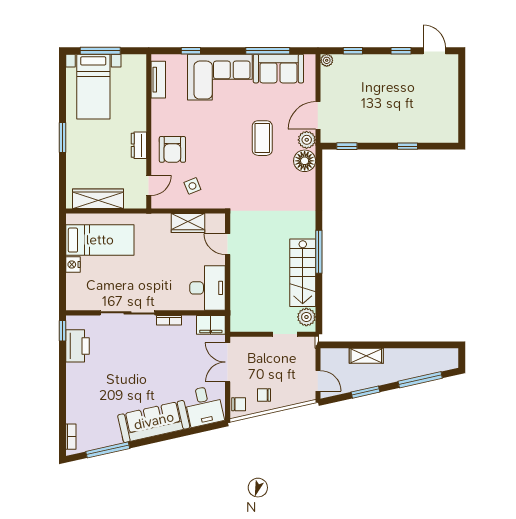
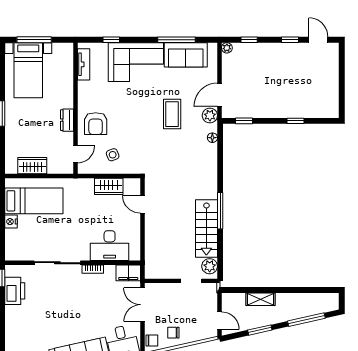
floor lamp: (305, 161) -> (212, 138), width x0.53, depth x0.53
wardrobe: (98, 199) -> (32, 166), width x0.67
desk: (208, 288) -> (110, 246), moved, turned 90

